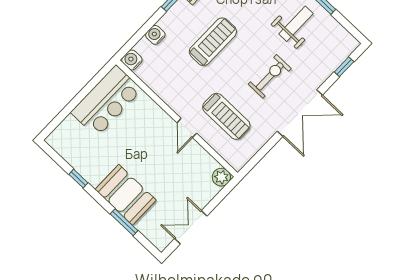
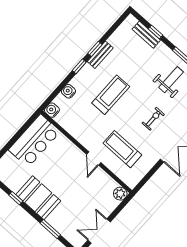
exercise bike: (270, 76) -> (153, 119), width x0.73, depth x0.72
treadmill: (226, 116) -> (122, 149), turned 180
booth: (126, 195) -> (38, 198), moved

